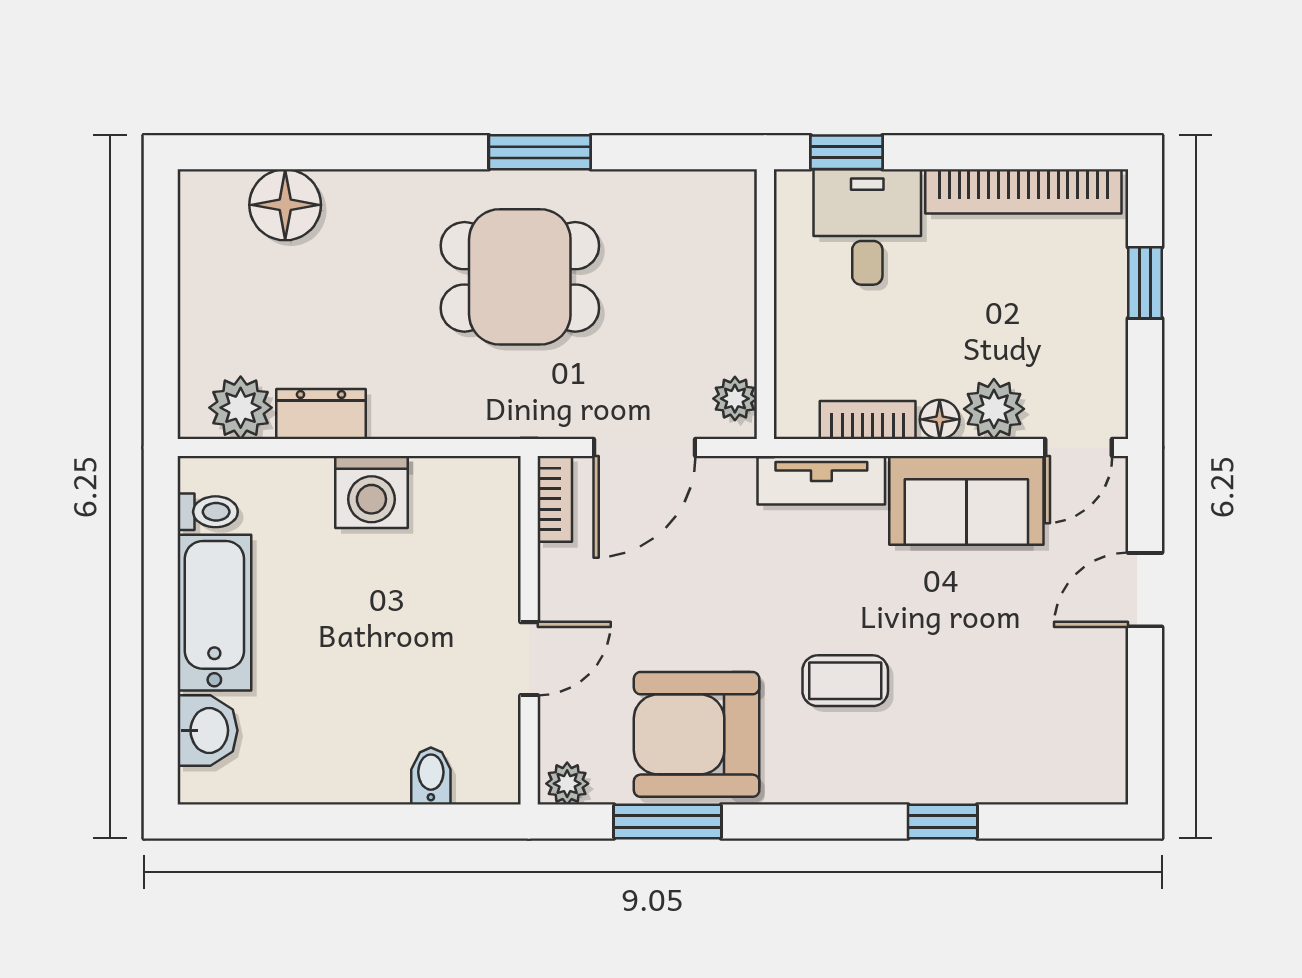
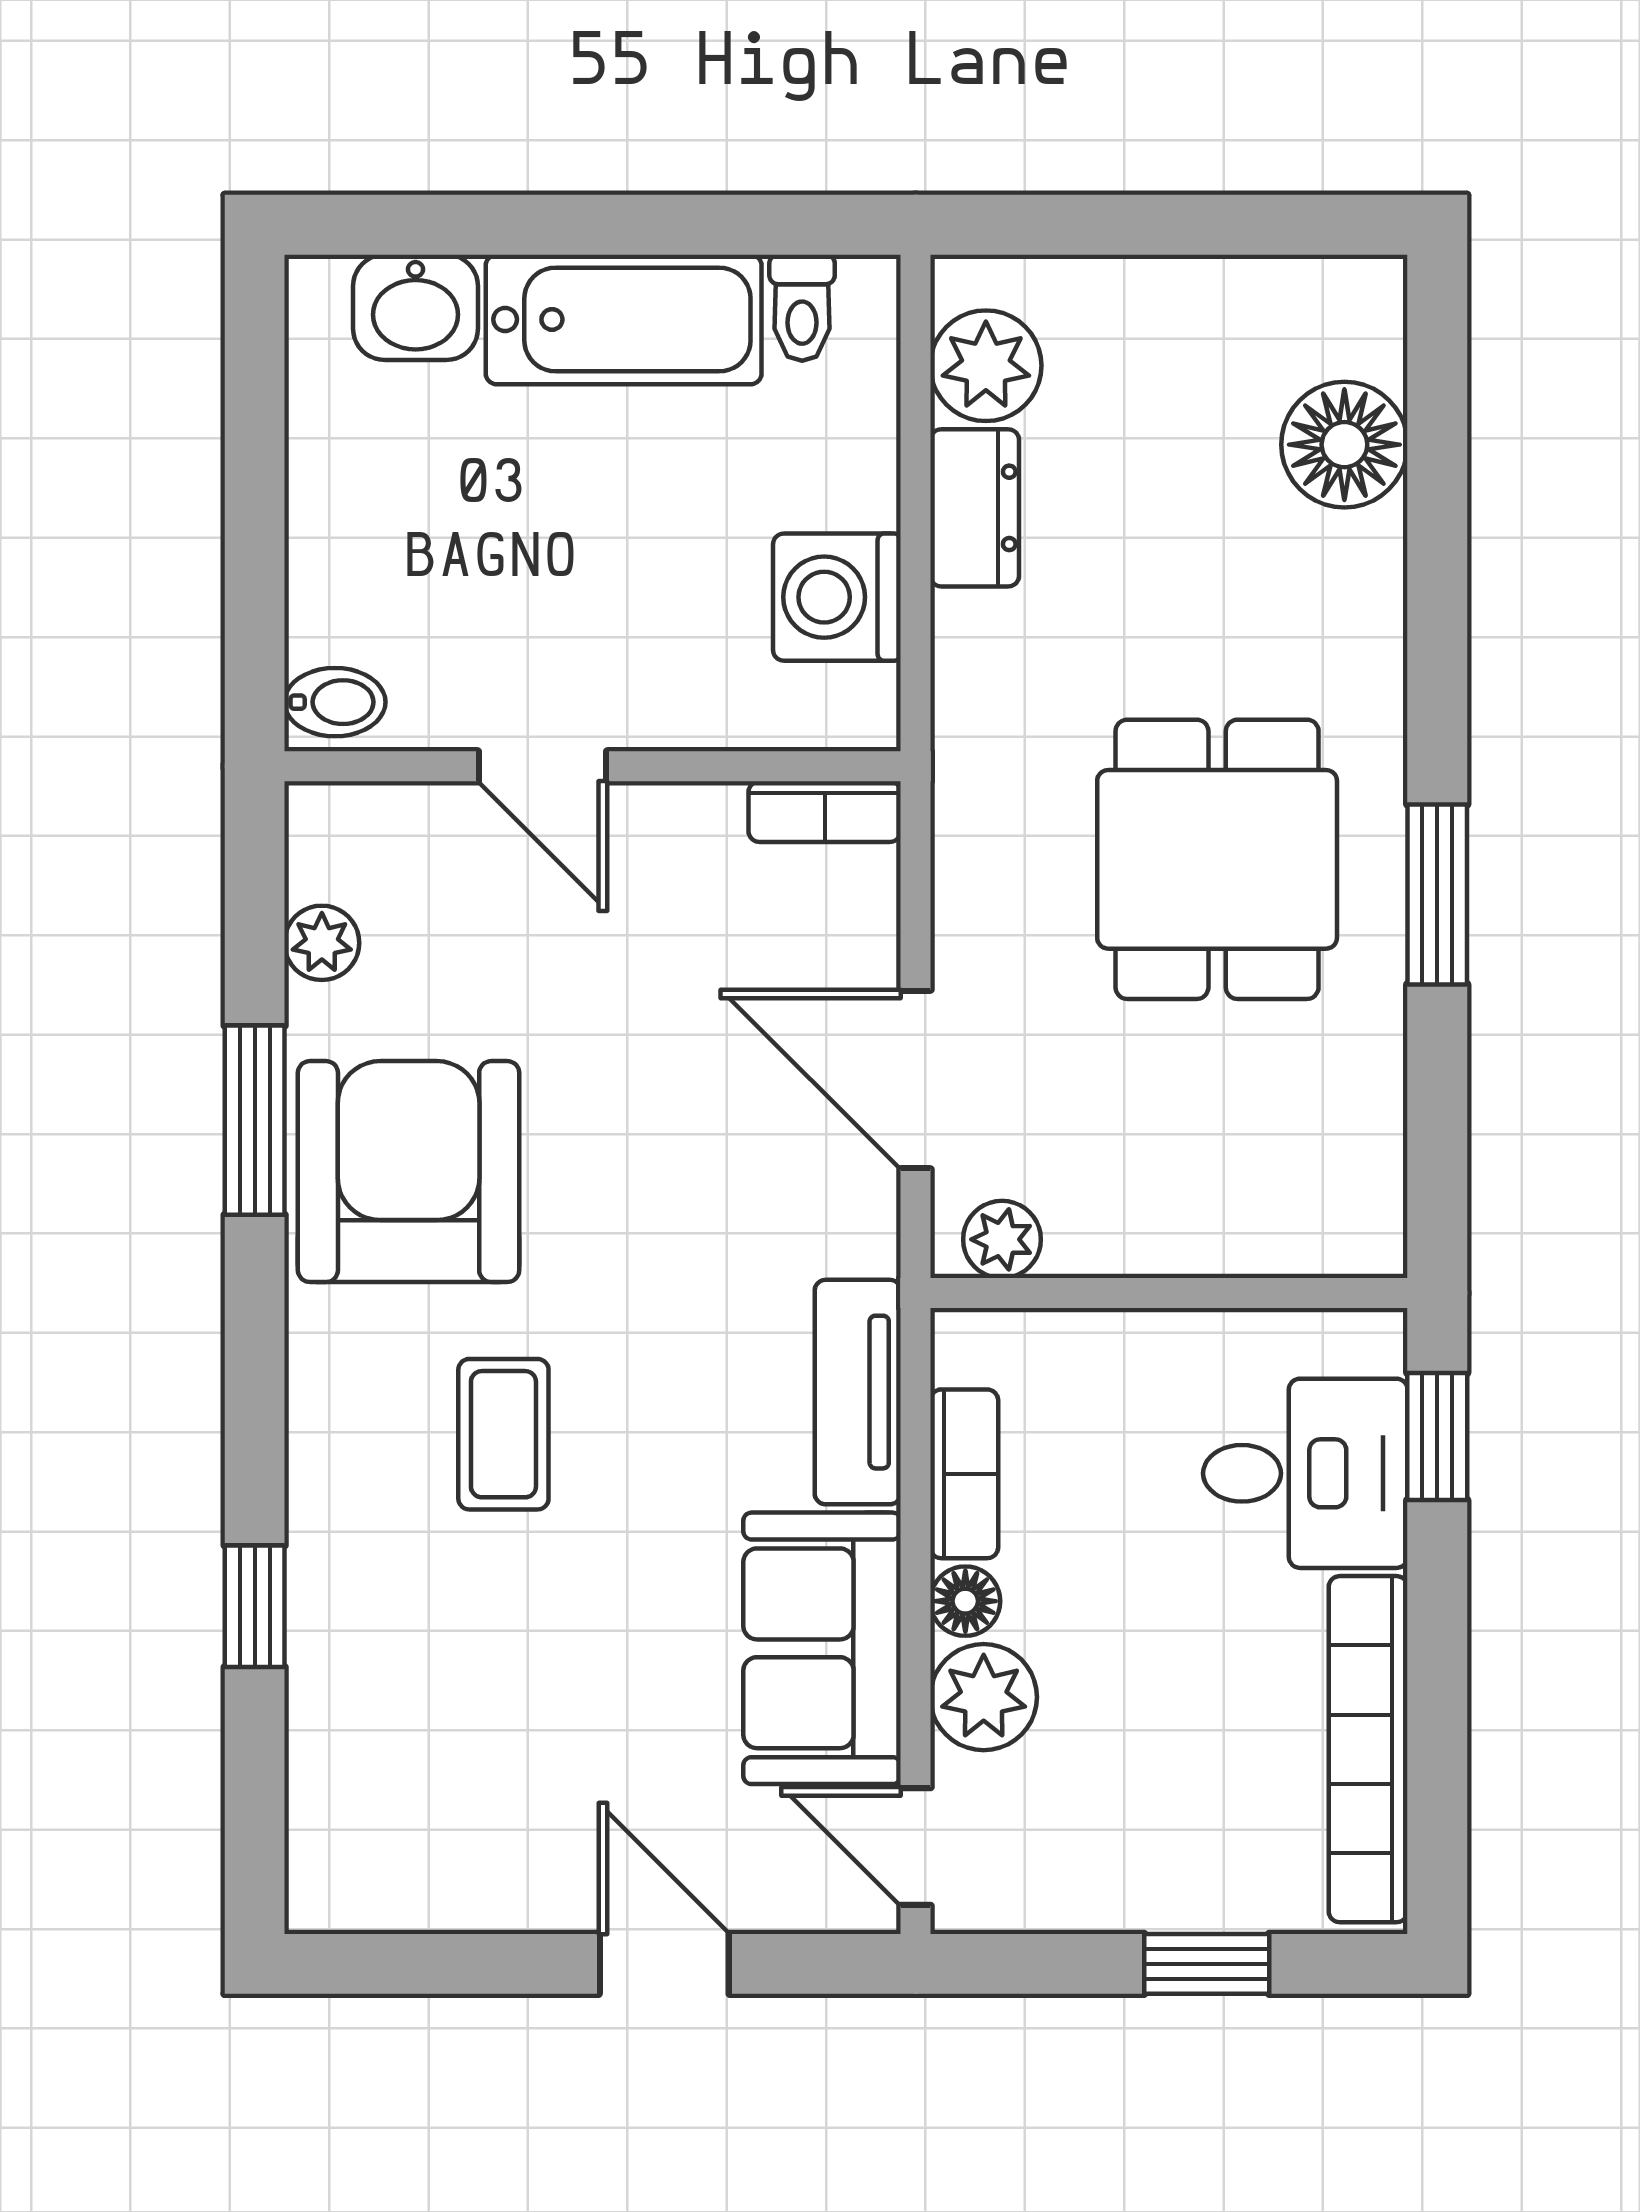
bookcase: (555, 499) -> (825, 812), moved
wall: (529, 630) -> (593, 766), moved
door: (529, 659) -> (543, 766), moved

